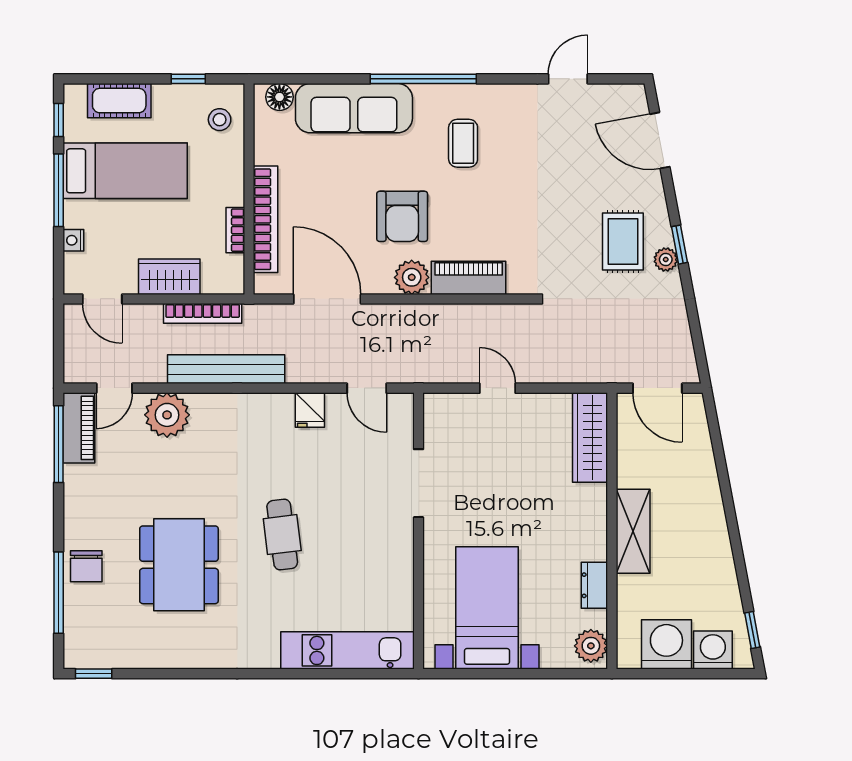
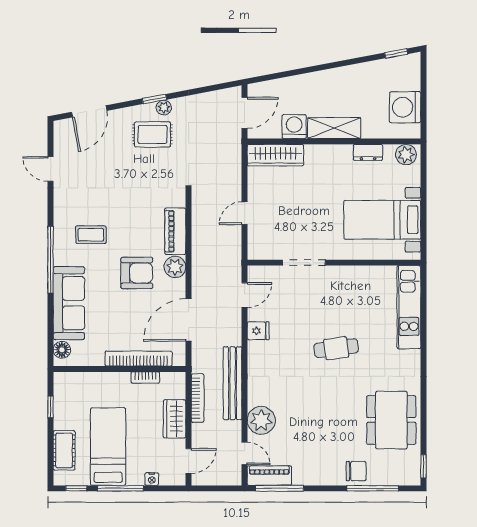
stool: (220, 120) -> (76, 387), removed
dining table: (179, 565) -> (391, 420), moved, turned 90
washing machine: (713, 650) -> (294, 127), moved, turned 90

